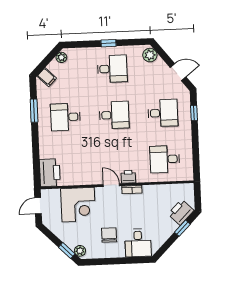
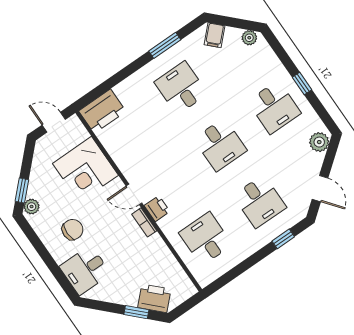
door: (111, 185) -> (134, 194), swing flipped

